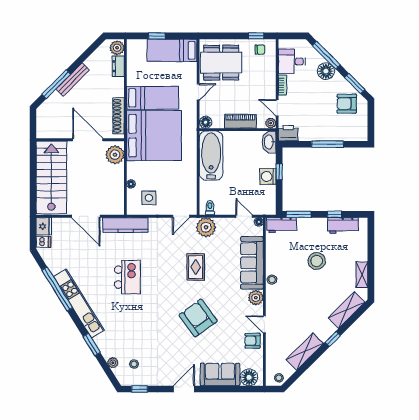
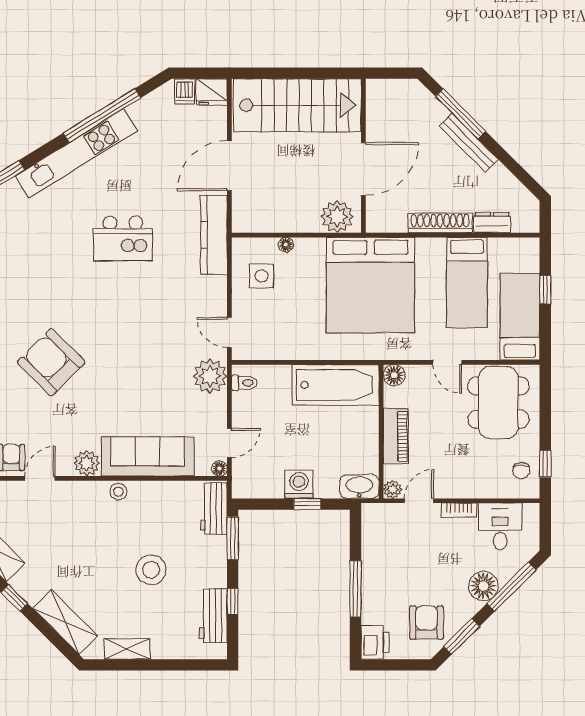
plant: (117, 48) -> (524, 220), removed
bed: (153, 98) -> (467, 283), moved
shoe rack: (119, 116) -> (440, 223), moved
printer: (288, 133) -> (375, 642), moved
rug: (196, 267) -> (140, 358), removed
armchair: (198, 318) -> (51, 362), turned -99

